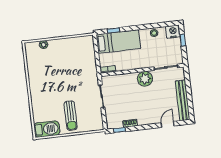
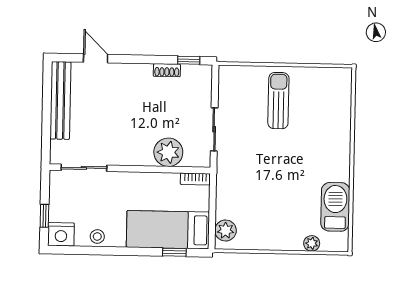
plant: (89, 45) -> (226, 230), added
plant: (145, 79) -> (168, 152), moved
door: (168, 124) -> (96, 58), swing flipped
barbecue: (47, 129) -> (335, 207), moved, turned 90

